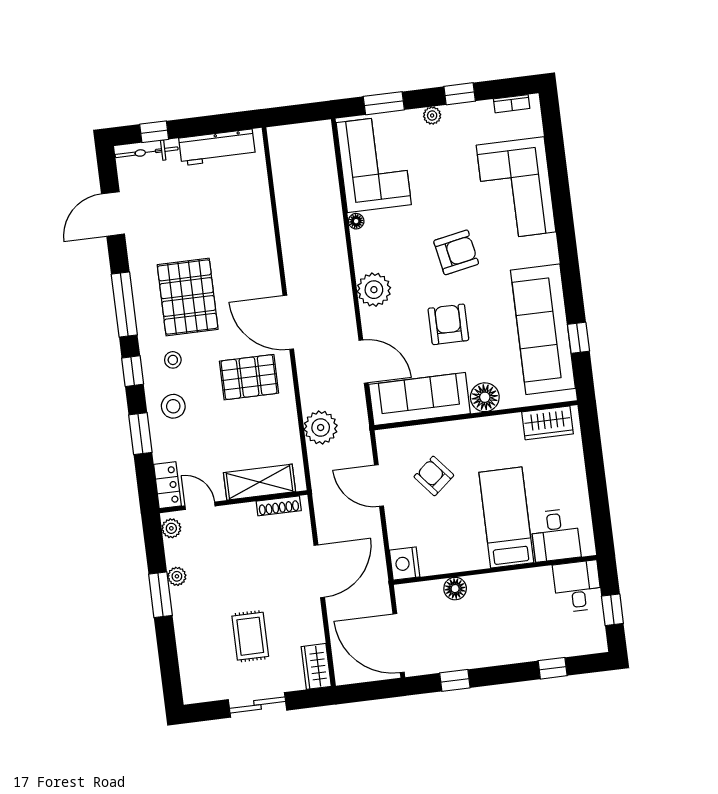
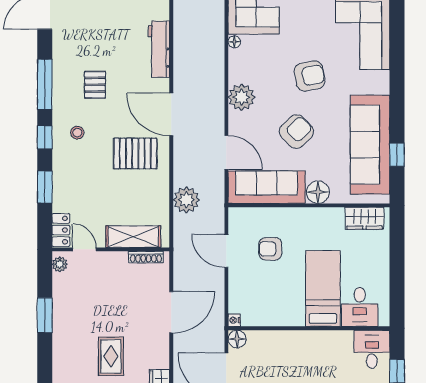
workbench: (262, 242) -> (159, 49), added
pallet: (188, 297) -> (95, 85), width x0.49, depth x0.50
armchair: (448, 324) -> (296, 132), turned 46
stool: (173, 406) -> (73, 169), removed
armchair: (434, 476) -> (270, 249), turned -50
nightstand: (405, 564) -> (234, 320), width x0.53, depth x0.56
plant: (177, 576) -> (59, 302), removed
floor lamp: (455, 589) -> (237, 339), moved

